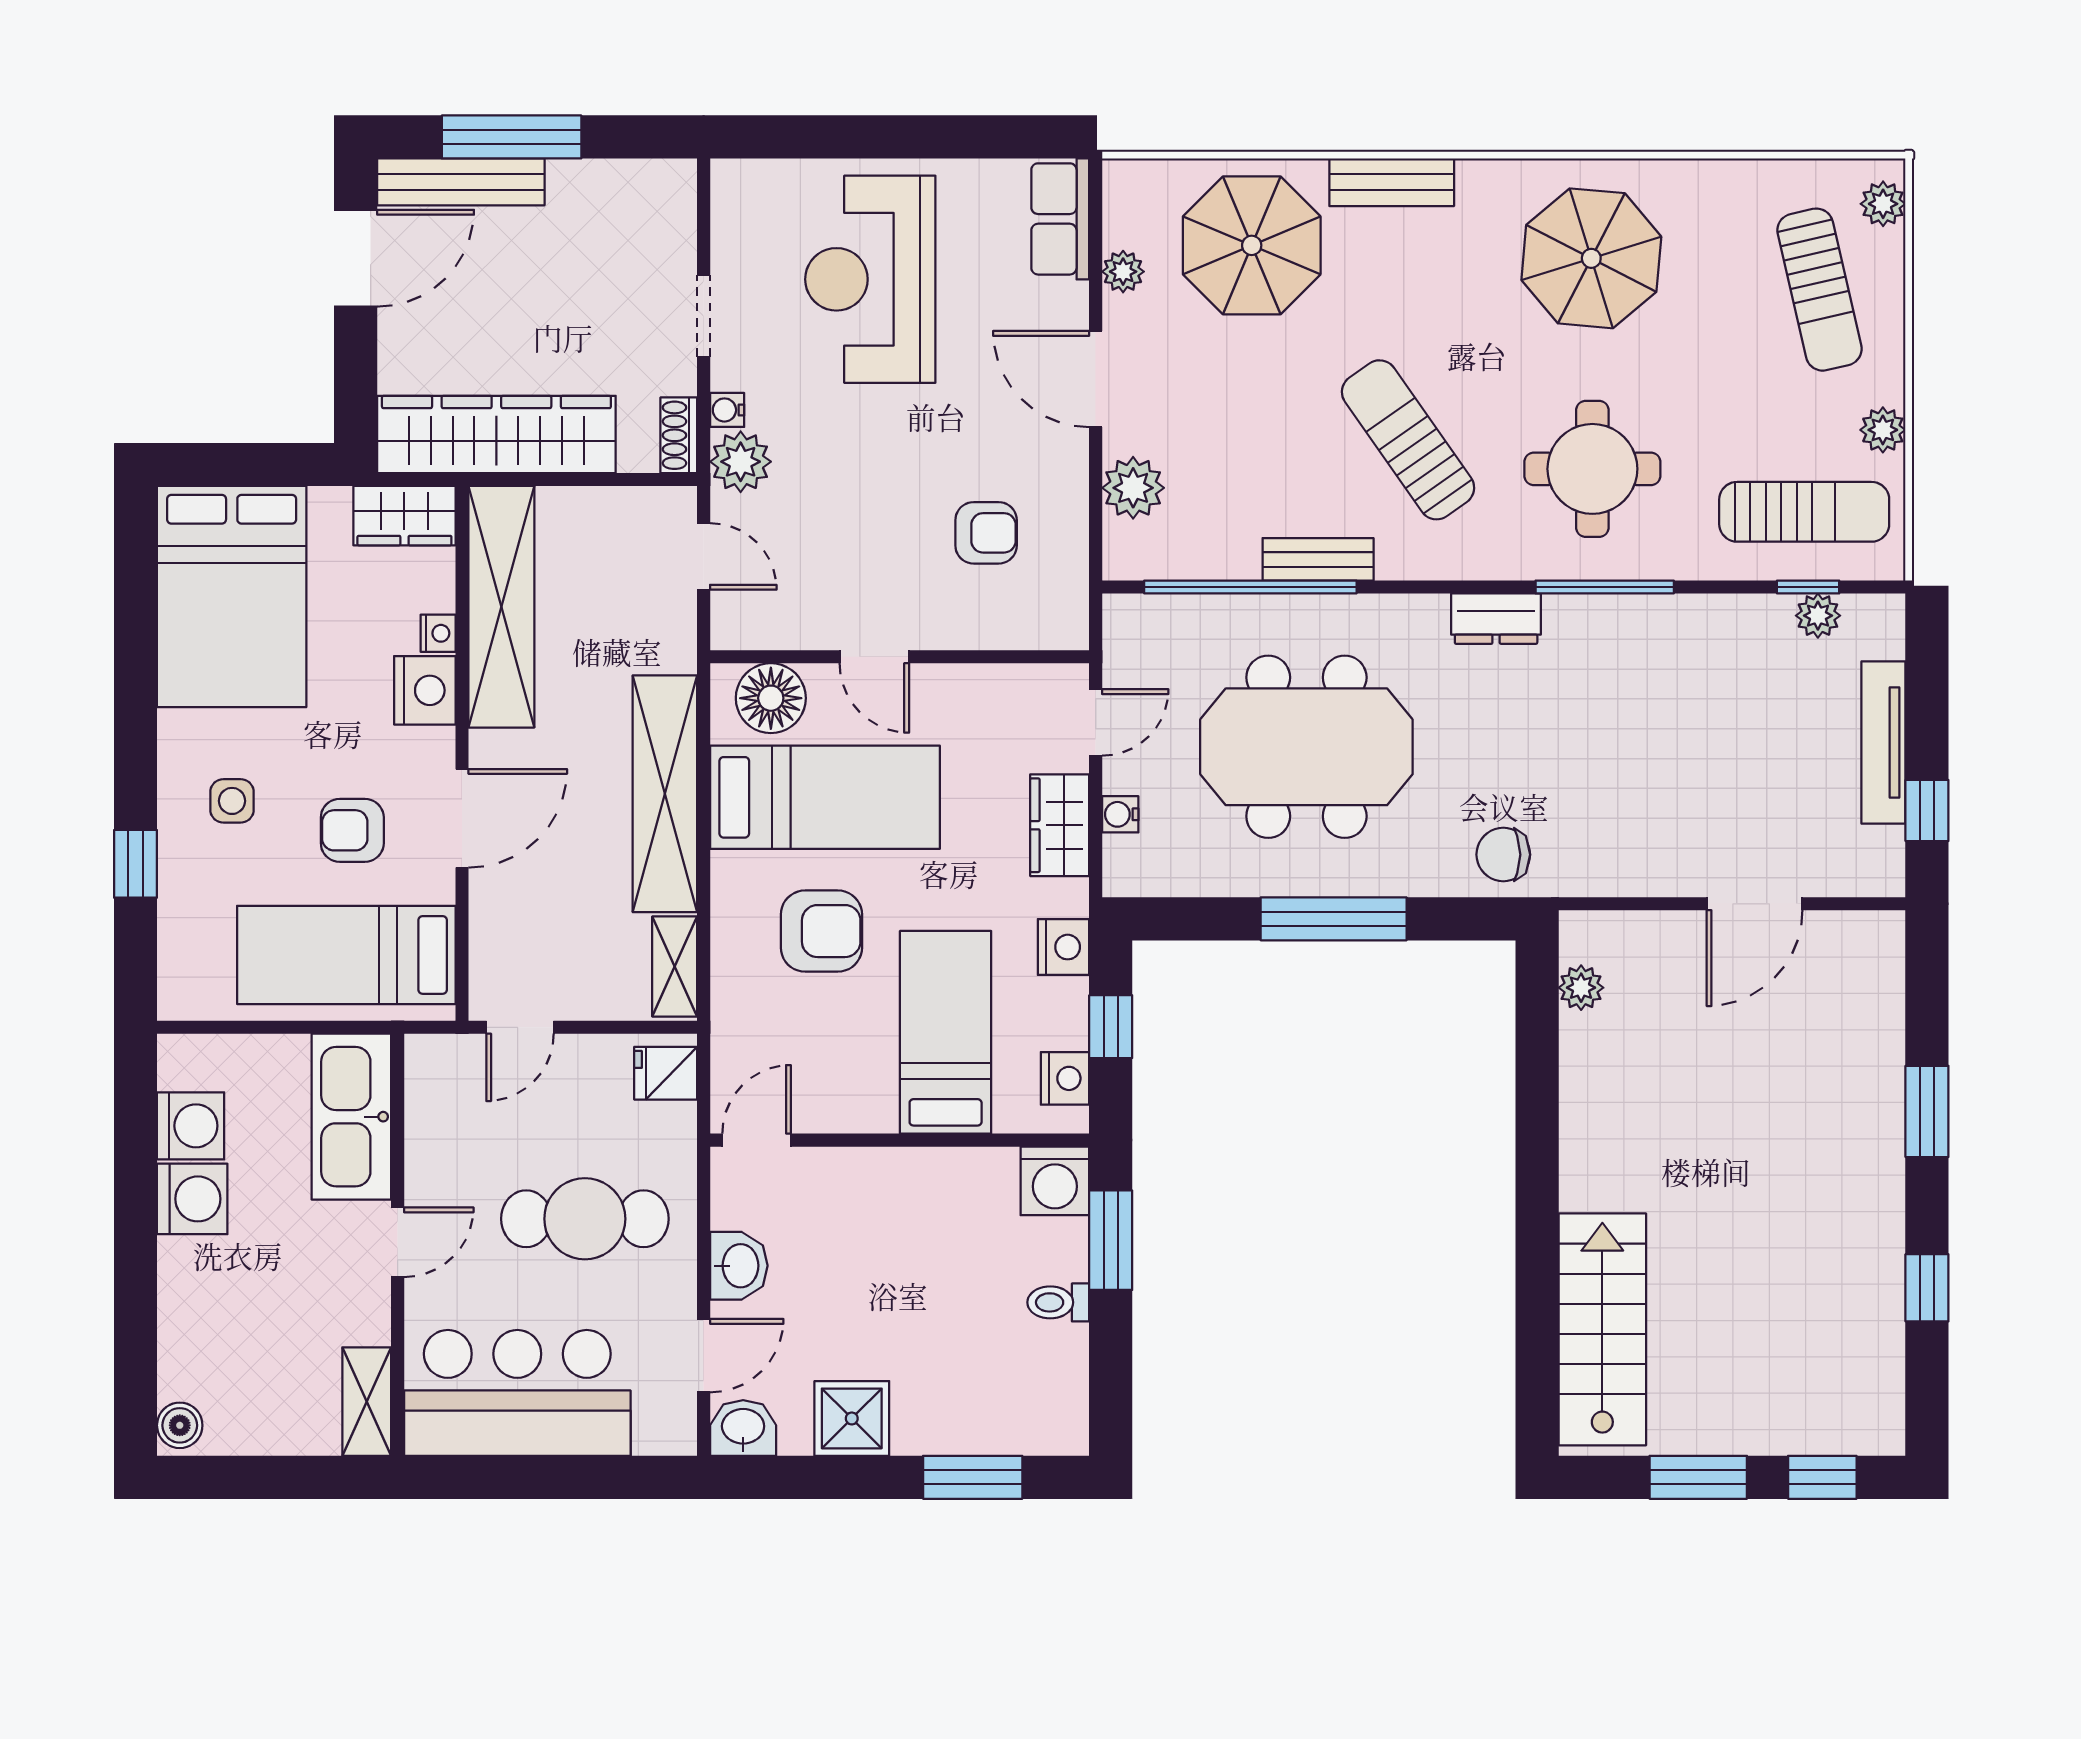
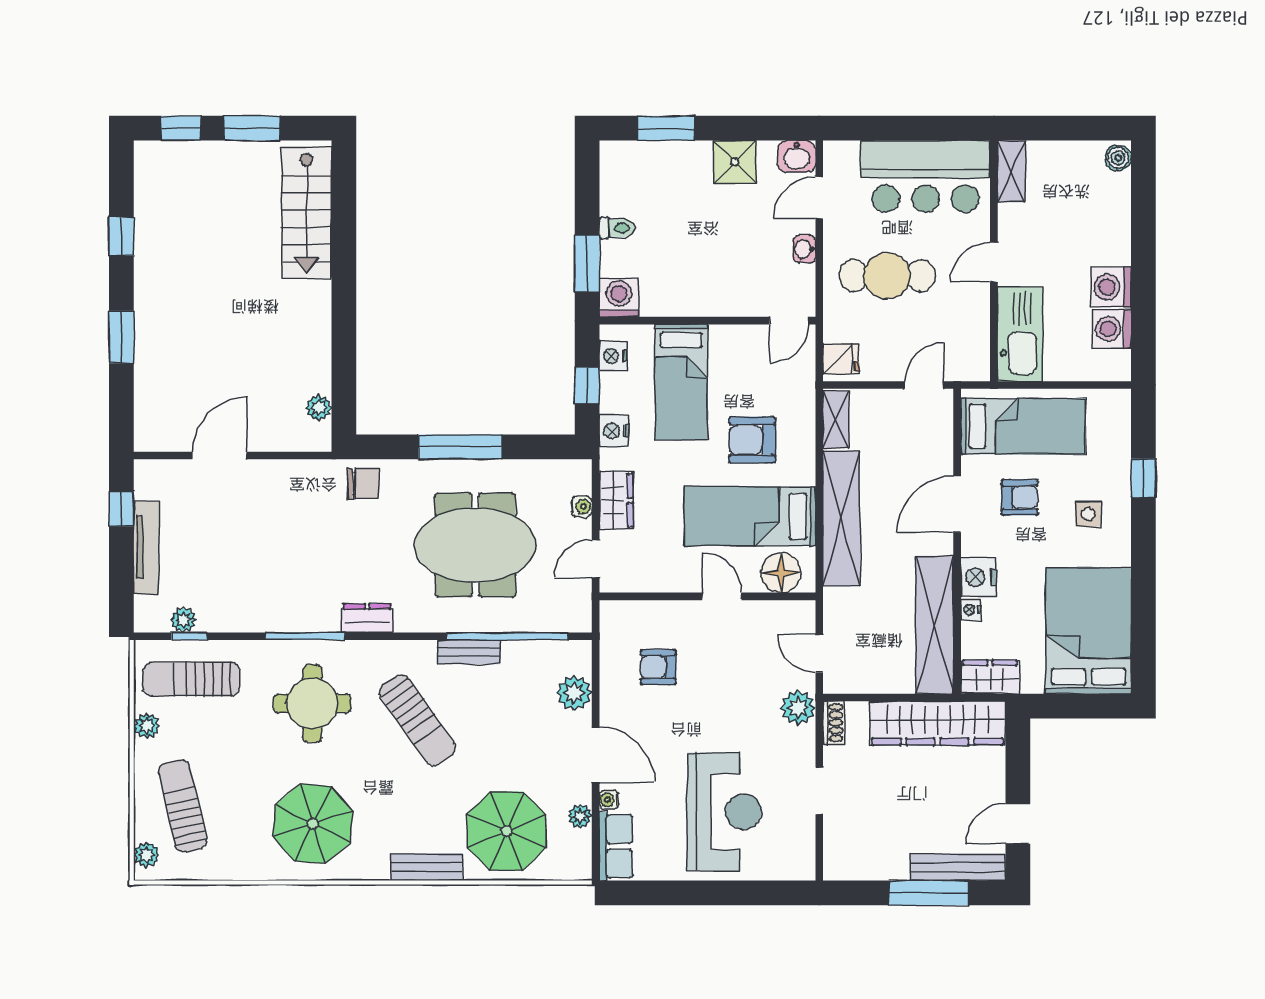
door: (356, 258) -> (1018, 824), width x0.73
water cooler: (727, 410) -> (609, 799), moved, turned 180
washbasin: (739, 1266) -> (804, 249), width x0.72, depth x0.69

